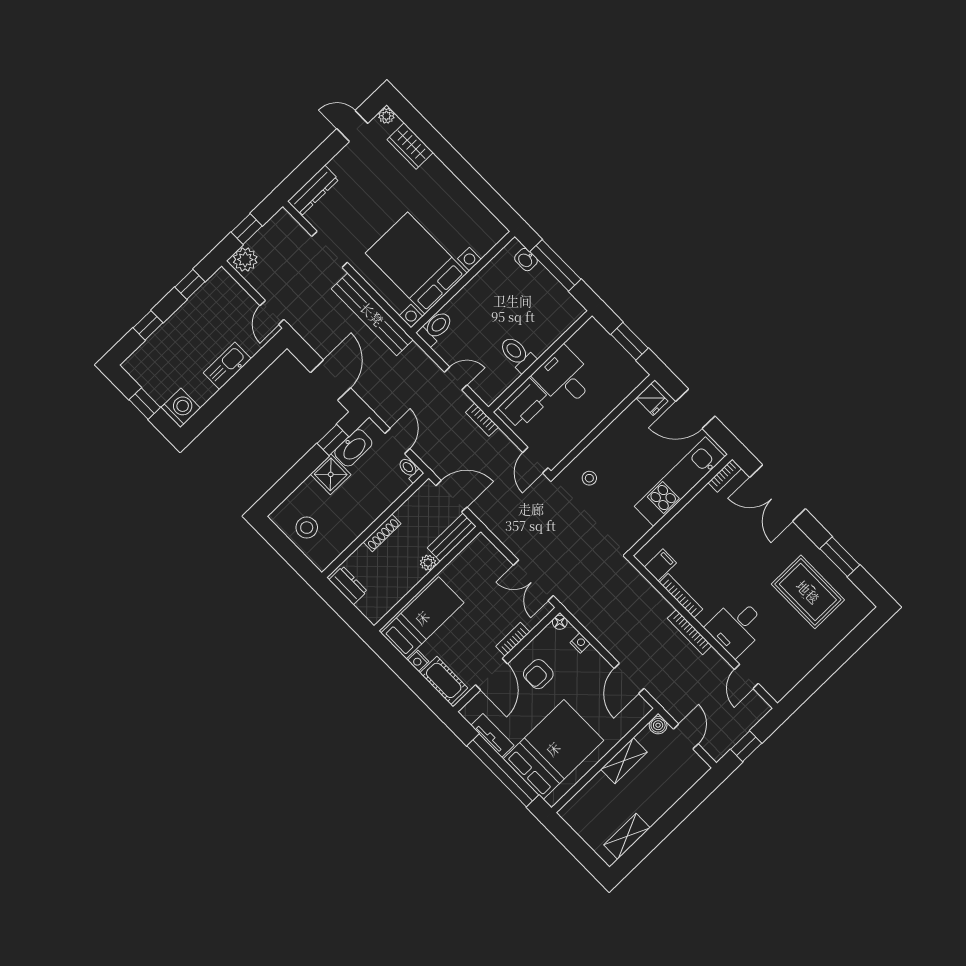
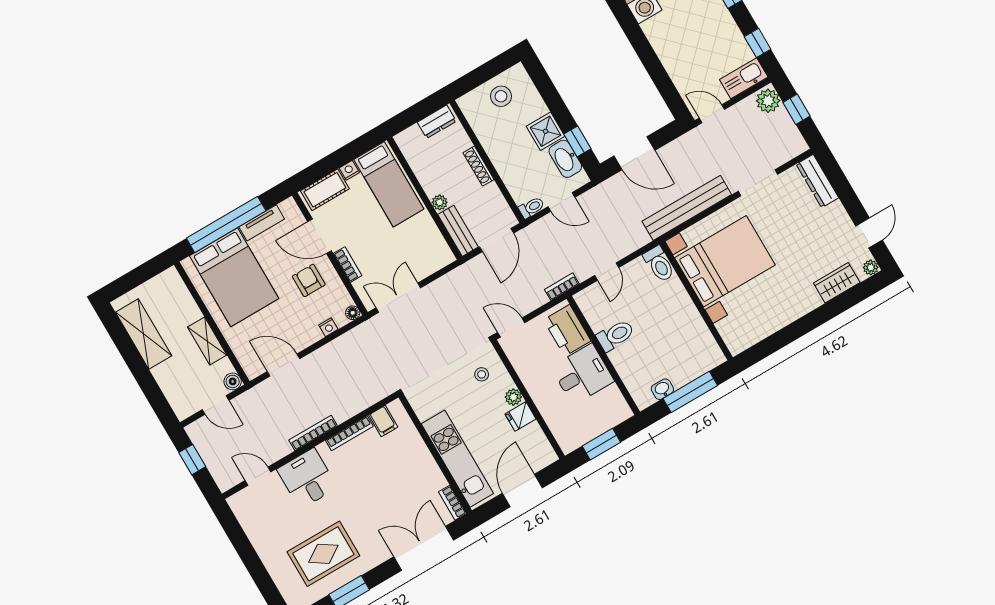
washbasin: (526, 260) -> (662, 389), moved
kitchen sink: (227, 366) -> (744, 78), moved, turned -90
fridge: (652, 399) -> (520, 416), moved
plant: (604, 441) -> (513, 397), added
shelving: (627, 836) -> (144, 334), width x1.50, depth x1.33

